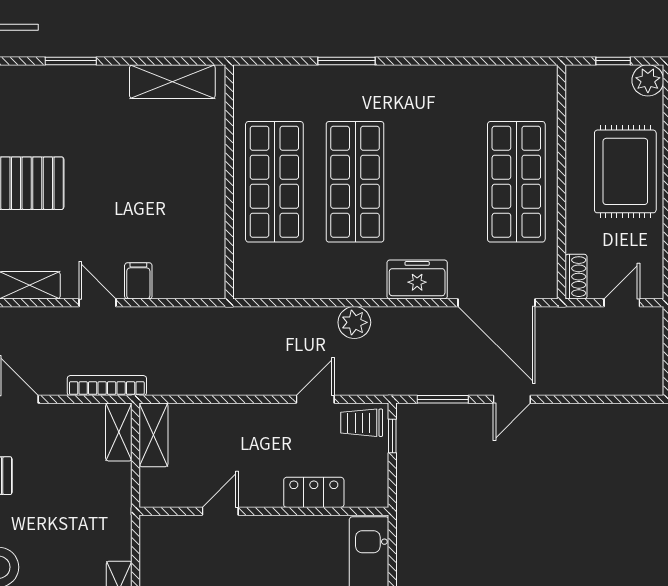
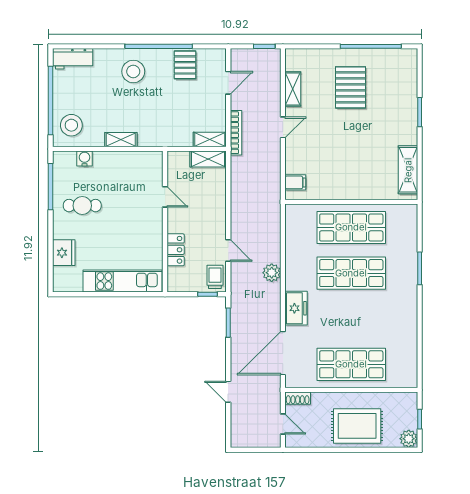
filing cabinet: (138, 281) -> (295, 182), moved
door: (512, 399) -> (228, 392), moved

